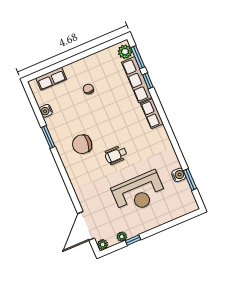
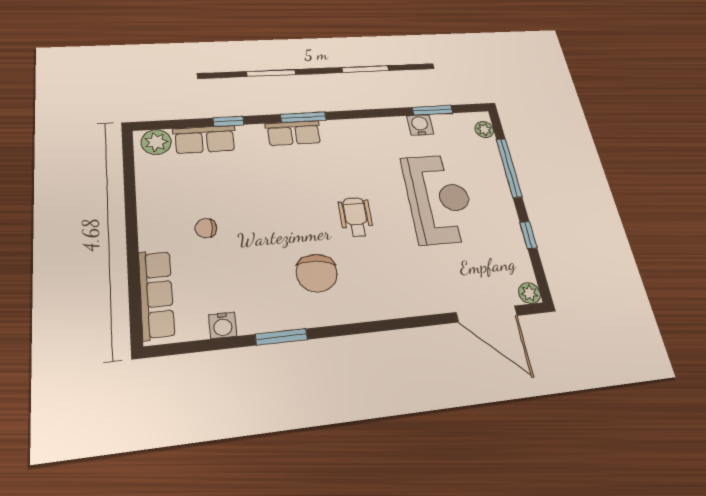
window: (138, 57) -> (303, 117), moved
row of seats: (51, 79) -> (156, 294), width x1.48
row of seats: (137, 80) -> (205, 139), width x0.68
wheelchair: (116, 155) -> (356, 217), turned 180
window: (168, 225) -> (509, 168), added
plant: (122, 237) -> (484, 129), moved

